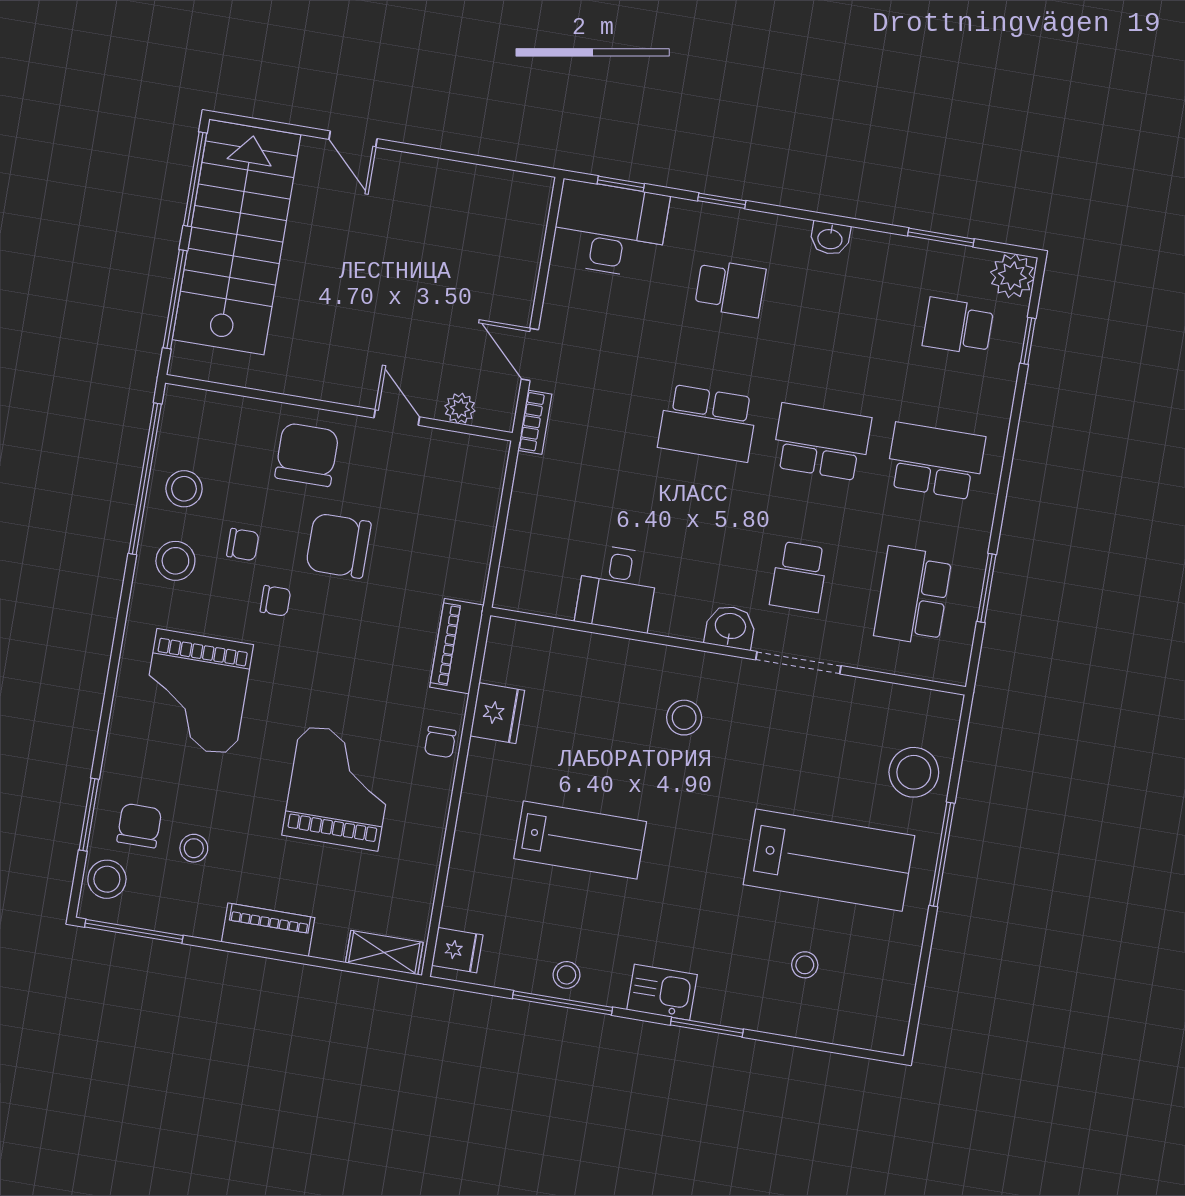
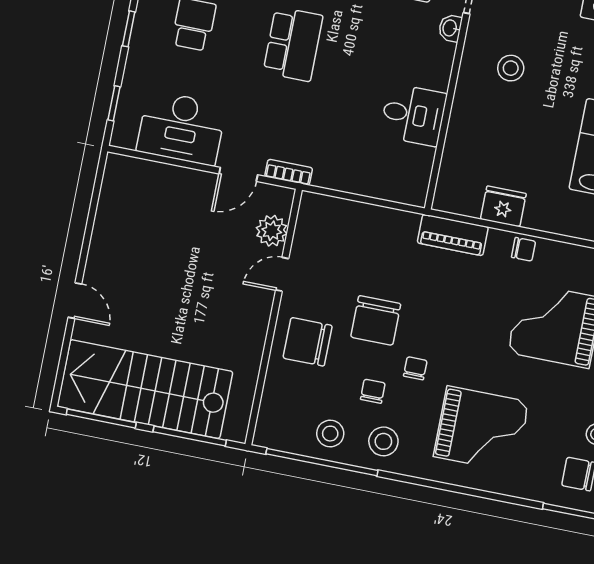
door: (353, 139) -> (75, 301), hinge flipped
desk: (610, 229) -> (181, 128), moved, turned -90
plant: (460, 408) -> (272, 231), width x1.38, depth x1.38
washbasin: (730, 627) -> (450, 28), width x0.72, depth x0.69

